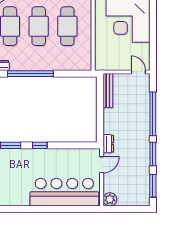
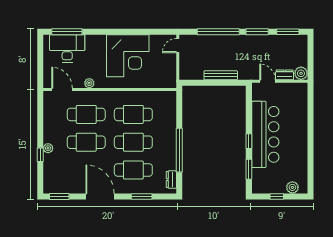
bench: (108, 91) -> (221, 75), moved
dresser: (108, 144) -> (285, 75), moved
bar counter: (64, 192) -> (265, 134), moved, turned 180

